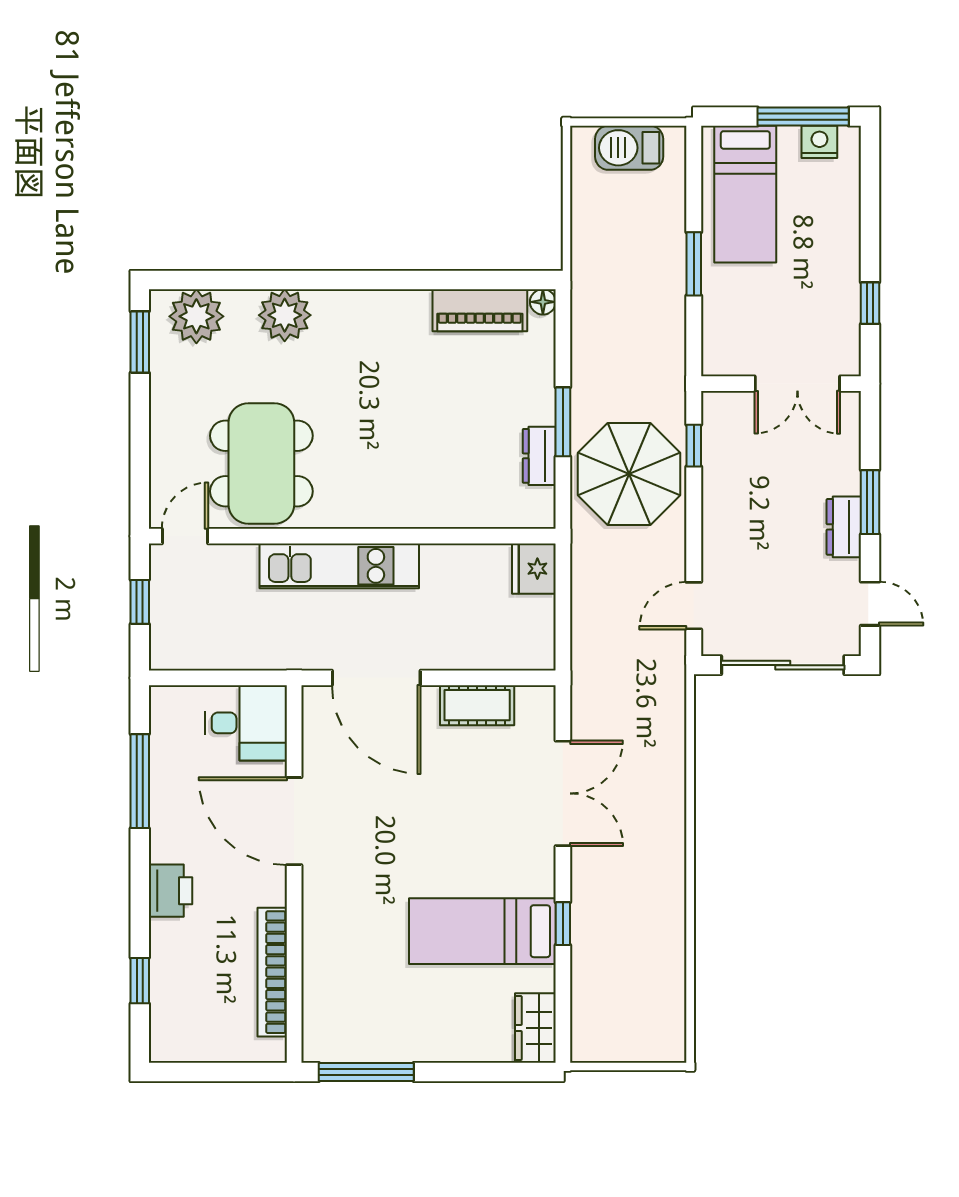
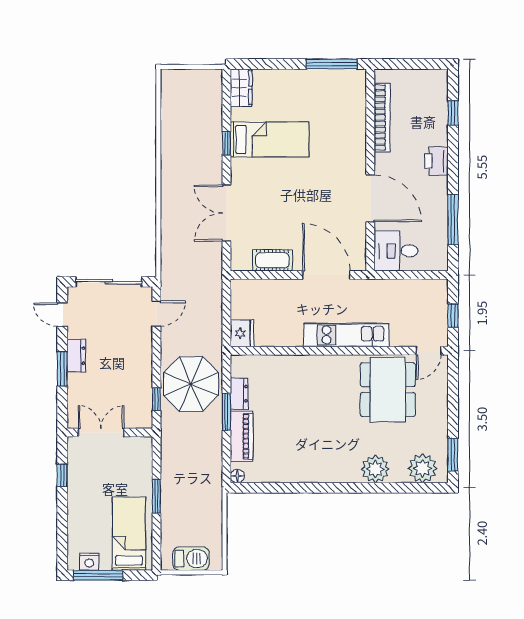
piano: (480, 310) -> (242, 436), moved, turned 90

